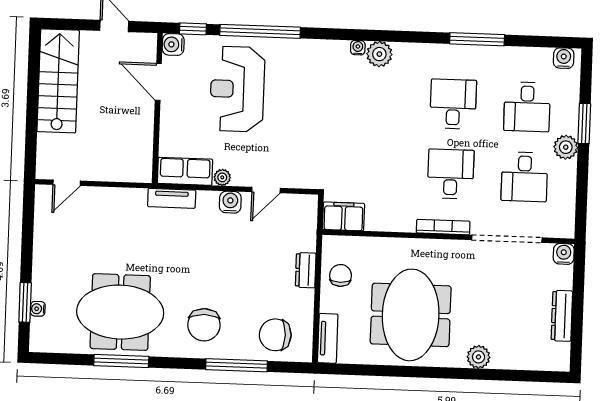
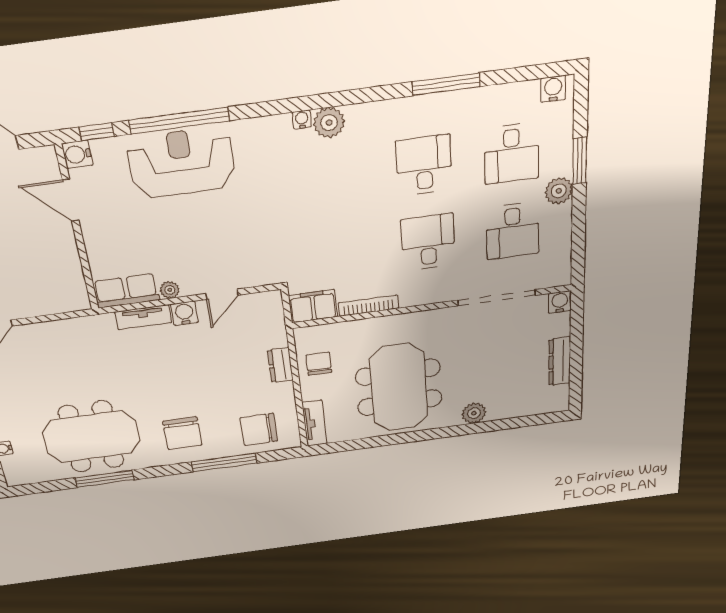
reception desk: (237, 89) -> (181, 163), moved, turned 90
tv unit: (172, 198) -> (143, 317), moved
bookcase: (443, 227) -> (368, 306), moved

